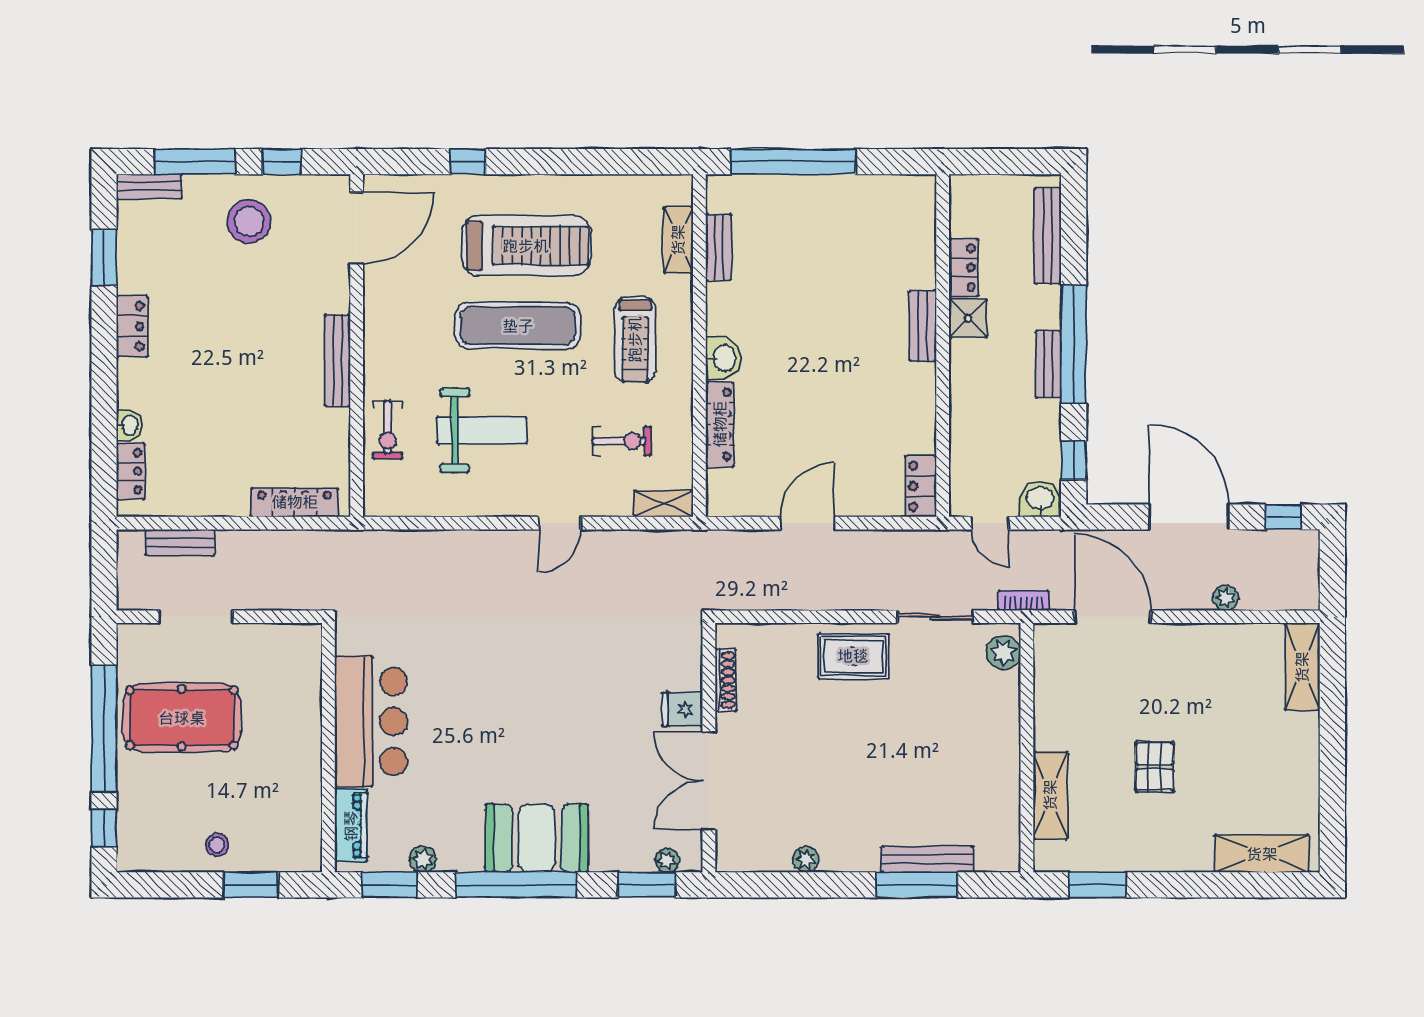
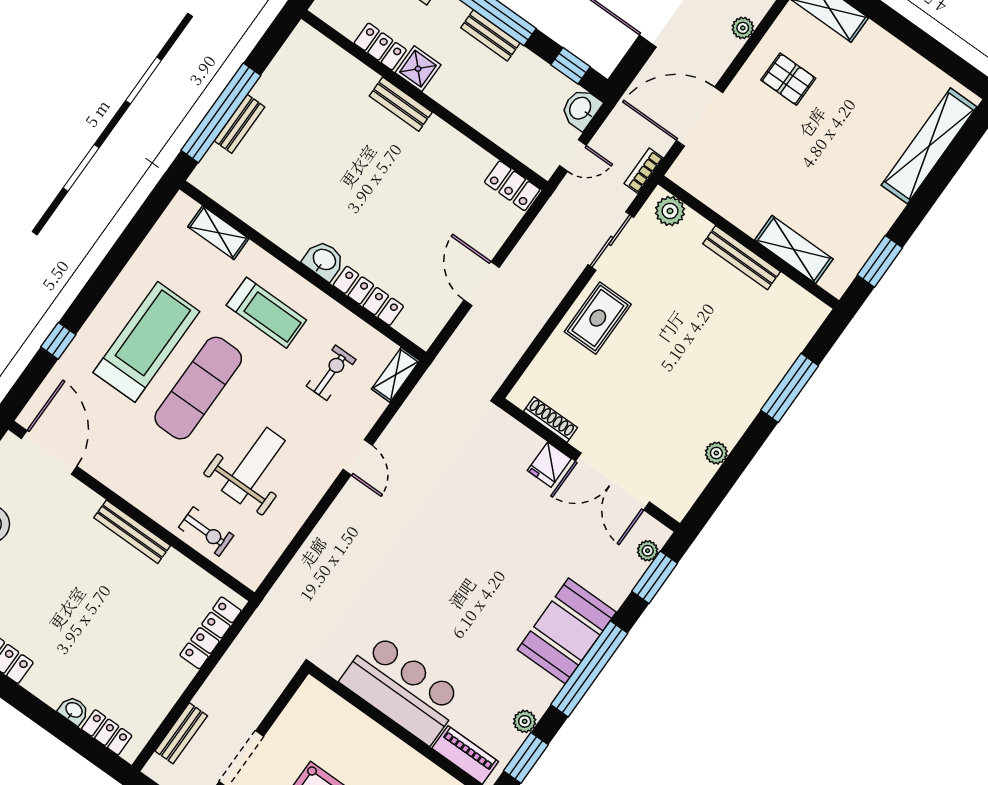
bench: (718, 247) -> (240, 124), moved, turned 90
pallet: (1155, 767) -> (788, 79), moved
shelving: (1262, 854) -> (929, 146), width x1.47
bench: (927, 859) -> (742, 258), moved, turned 90

